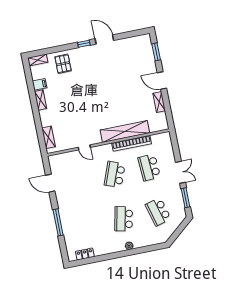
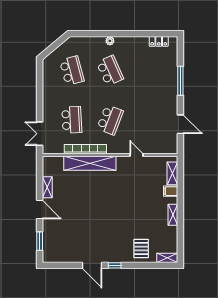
filing cabinet: (40, 84) -> (171, 191), moved
double door: (180, 172) -> (40, 134), moved
window: (186, 198) -> (40, 80), removed
school desk: (124, 219) -> (110, 71), turned -36

